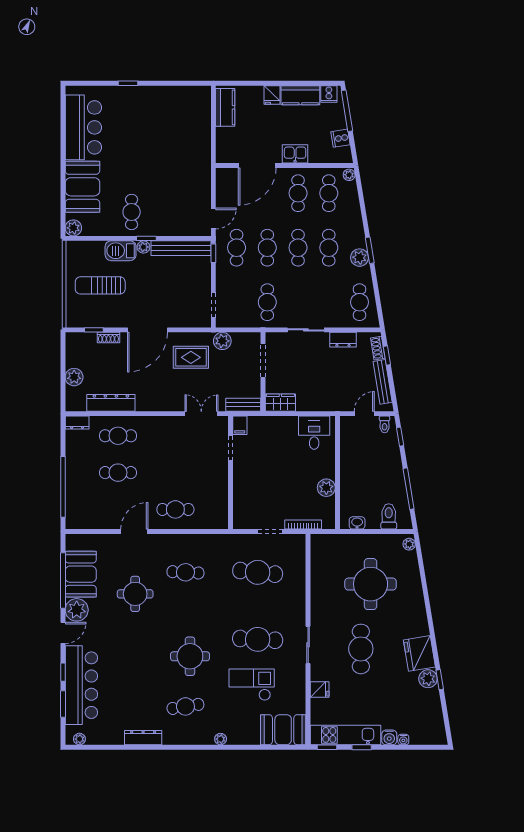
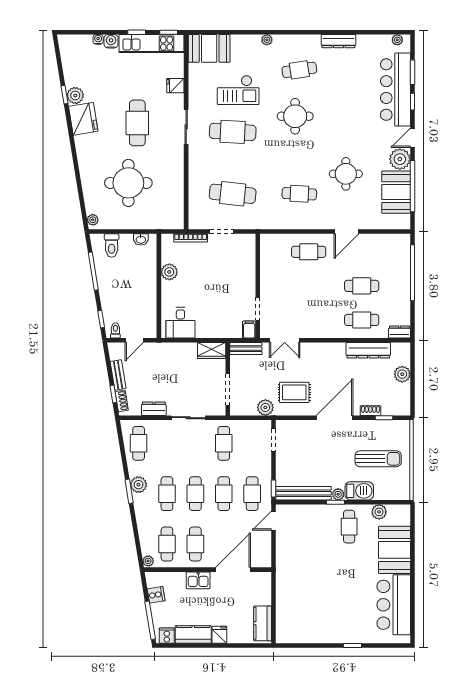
plant: (73, 228) -> (379, 512), moved
bench: (383, 382) -> (118, 375), width x0.73

